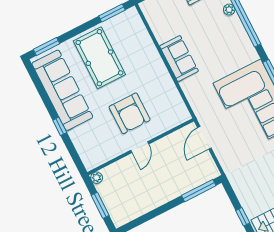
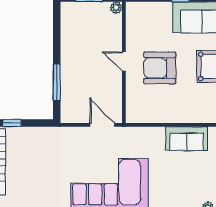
window: (199, 191) -> (57, 82), moved

